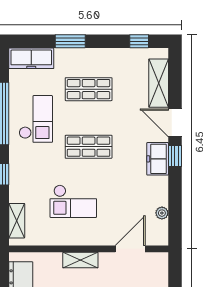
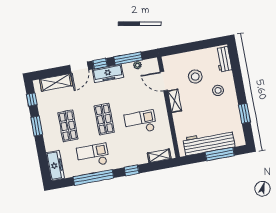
window: (70, 41) -> (37, 126), moved
freezer: (158, 159) -> (108, 73), width x1.40
window: (175, 200) -> (128, 58), added
checkout: (73, 201) -> (140, 122), turned -90
shelving: (80, 260) -> (175, 101), moved

